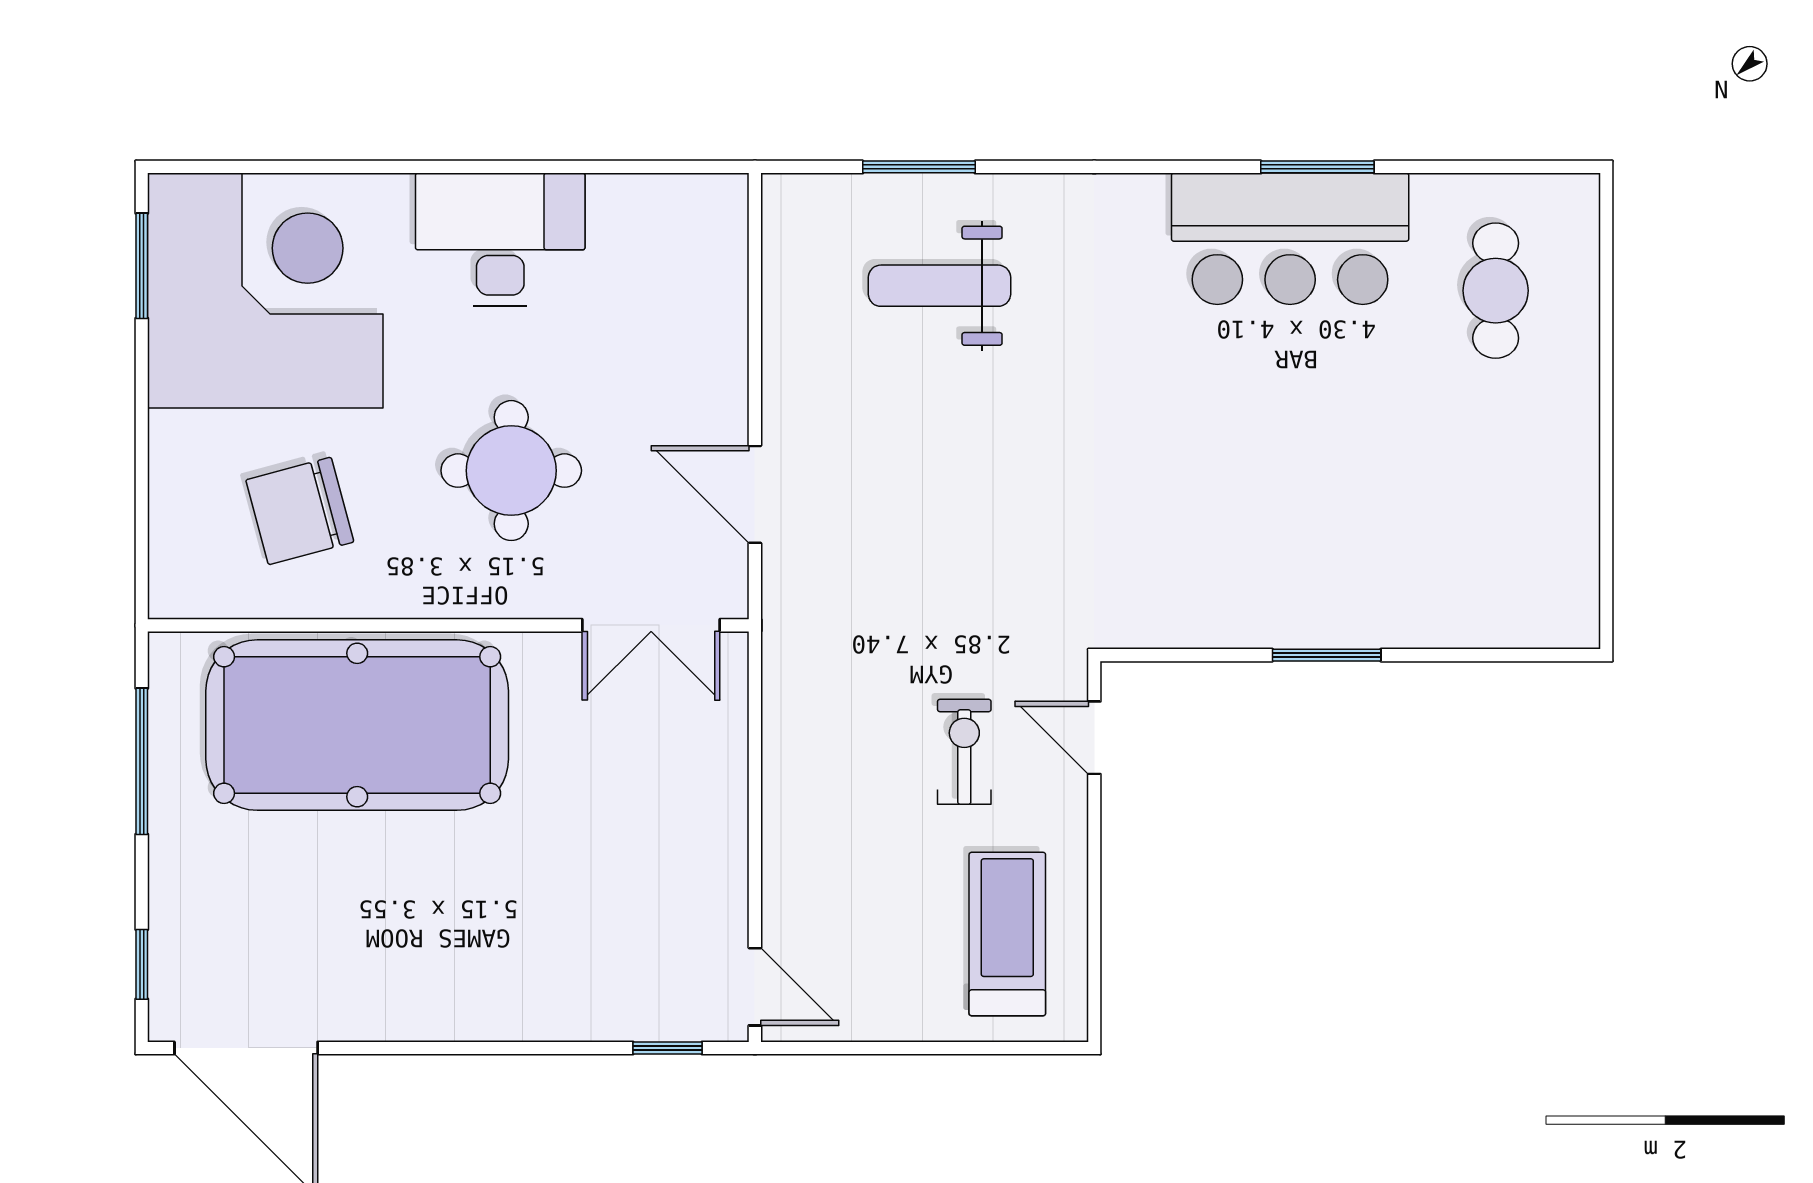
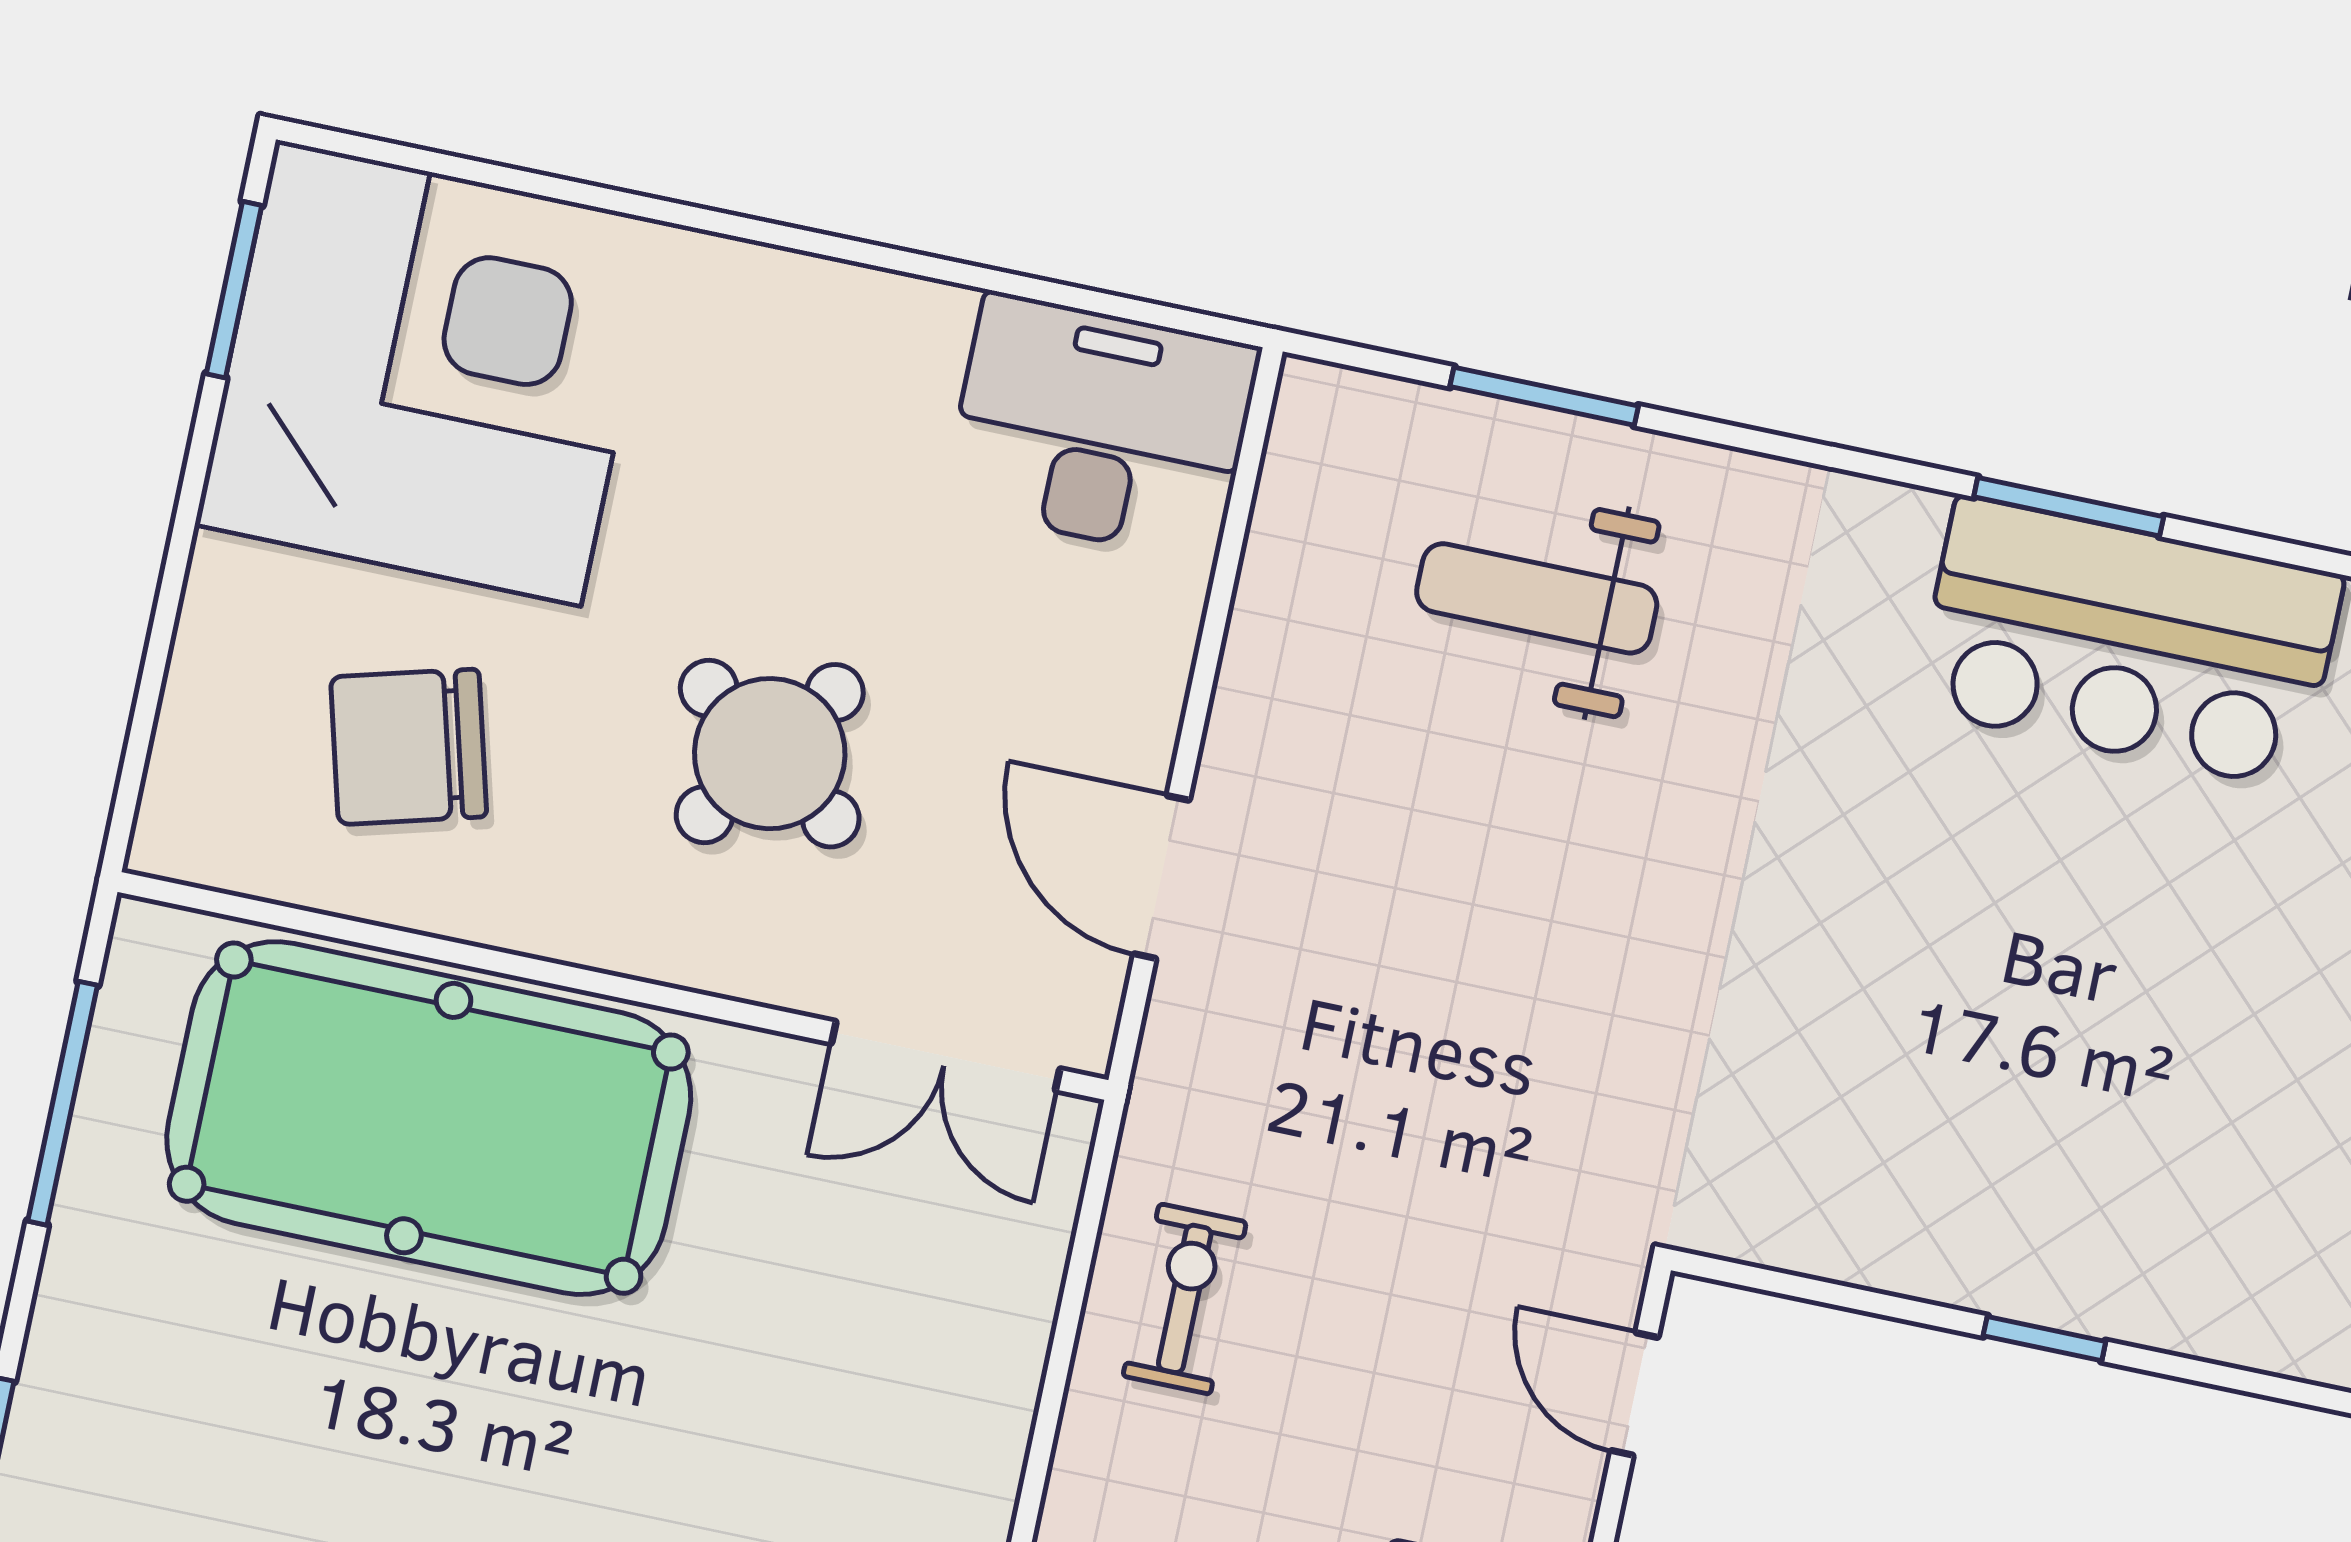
window: (1317, 167) -> (2069, 507), moved
desk: (500, 239) -> (1101, 427), moved
round table: (511, 471) -> (770, 754), turned 35
window: (1327, 655) -> (2044, 1339), width x0.67
exercise bike: (964, 752) -> (1185, 1299), moved

